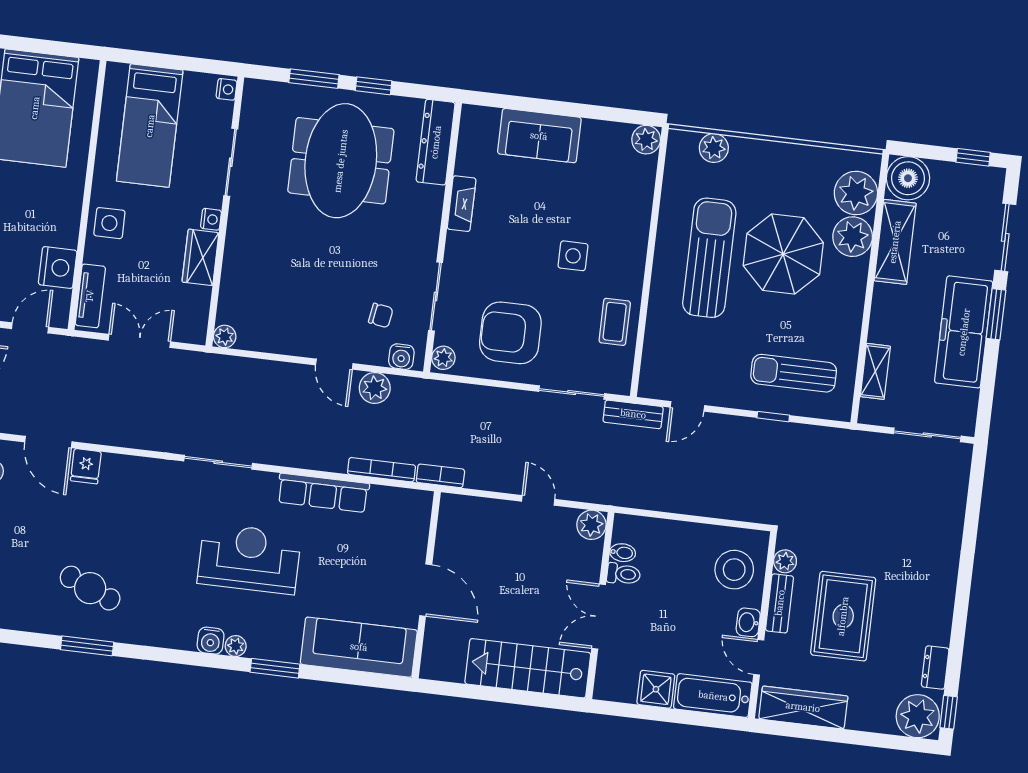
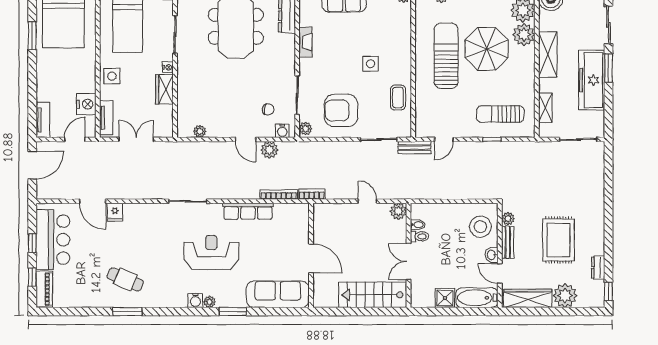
shelving: (895, 242) -> (548, 55), moved
plant: (225, 336) -> (200, 131), moved
rug: (843, 616) -> (558, 240), moved
plant: (918, 716) -> (565, 296), moved

